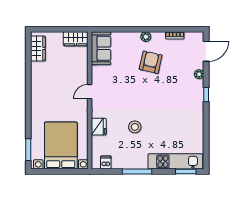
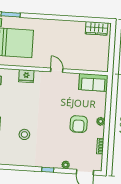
wardrobe: (76, 39) -> (103, 61), removed
armchair: (151, 62) -> (79, 124), turned 77
stool: (135, 127) -> (24, 134), moved

